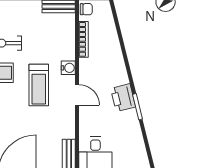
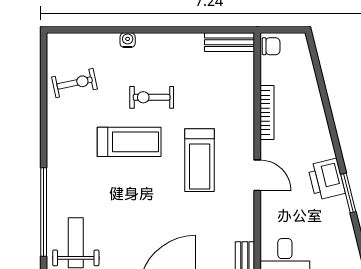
bookcase: (84, 39) -> (267, 112), moved
water cooler: (68, 68) -> (244, 134), removed

